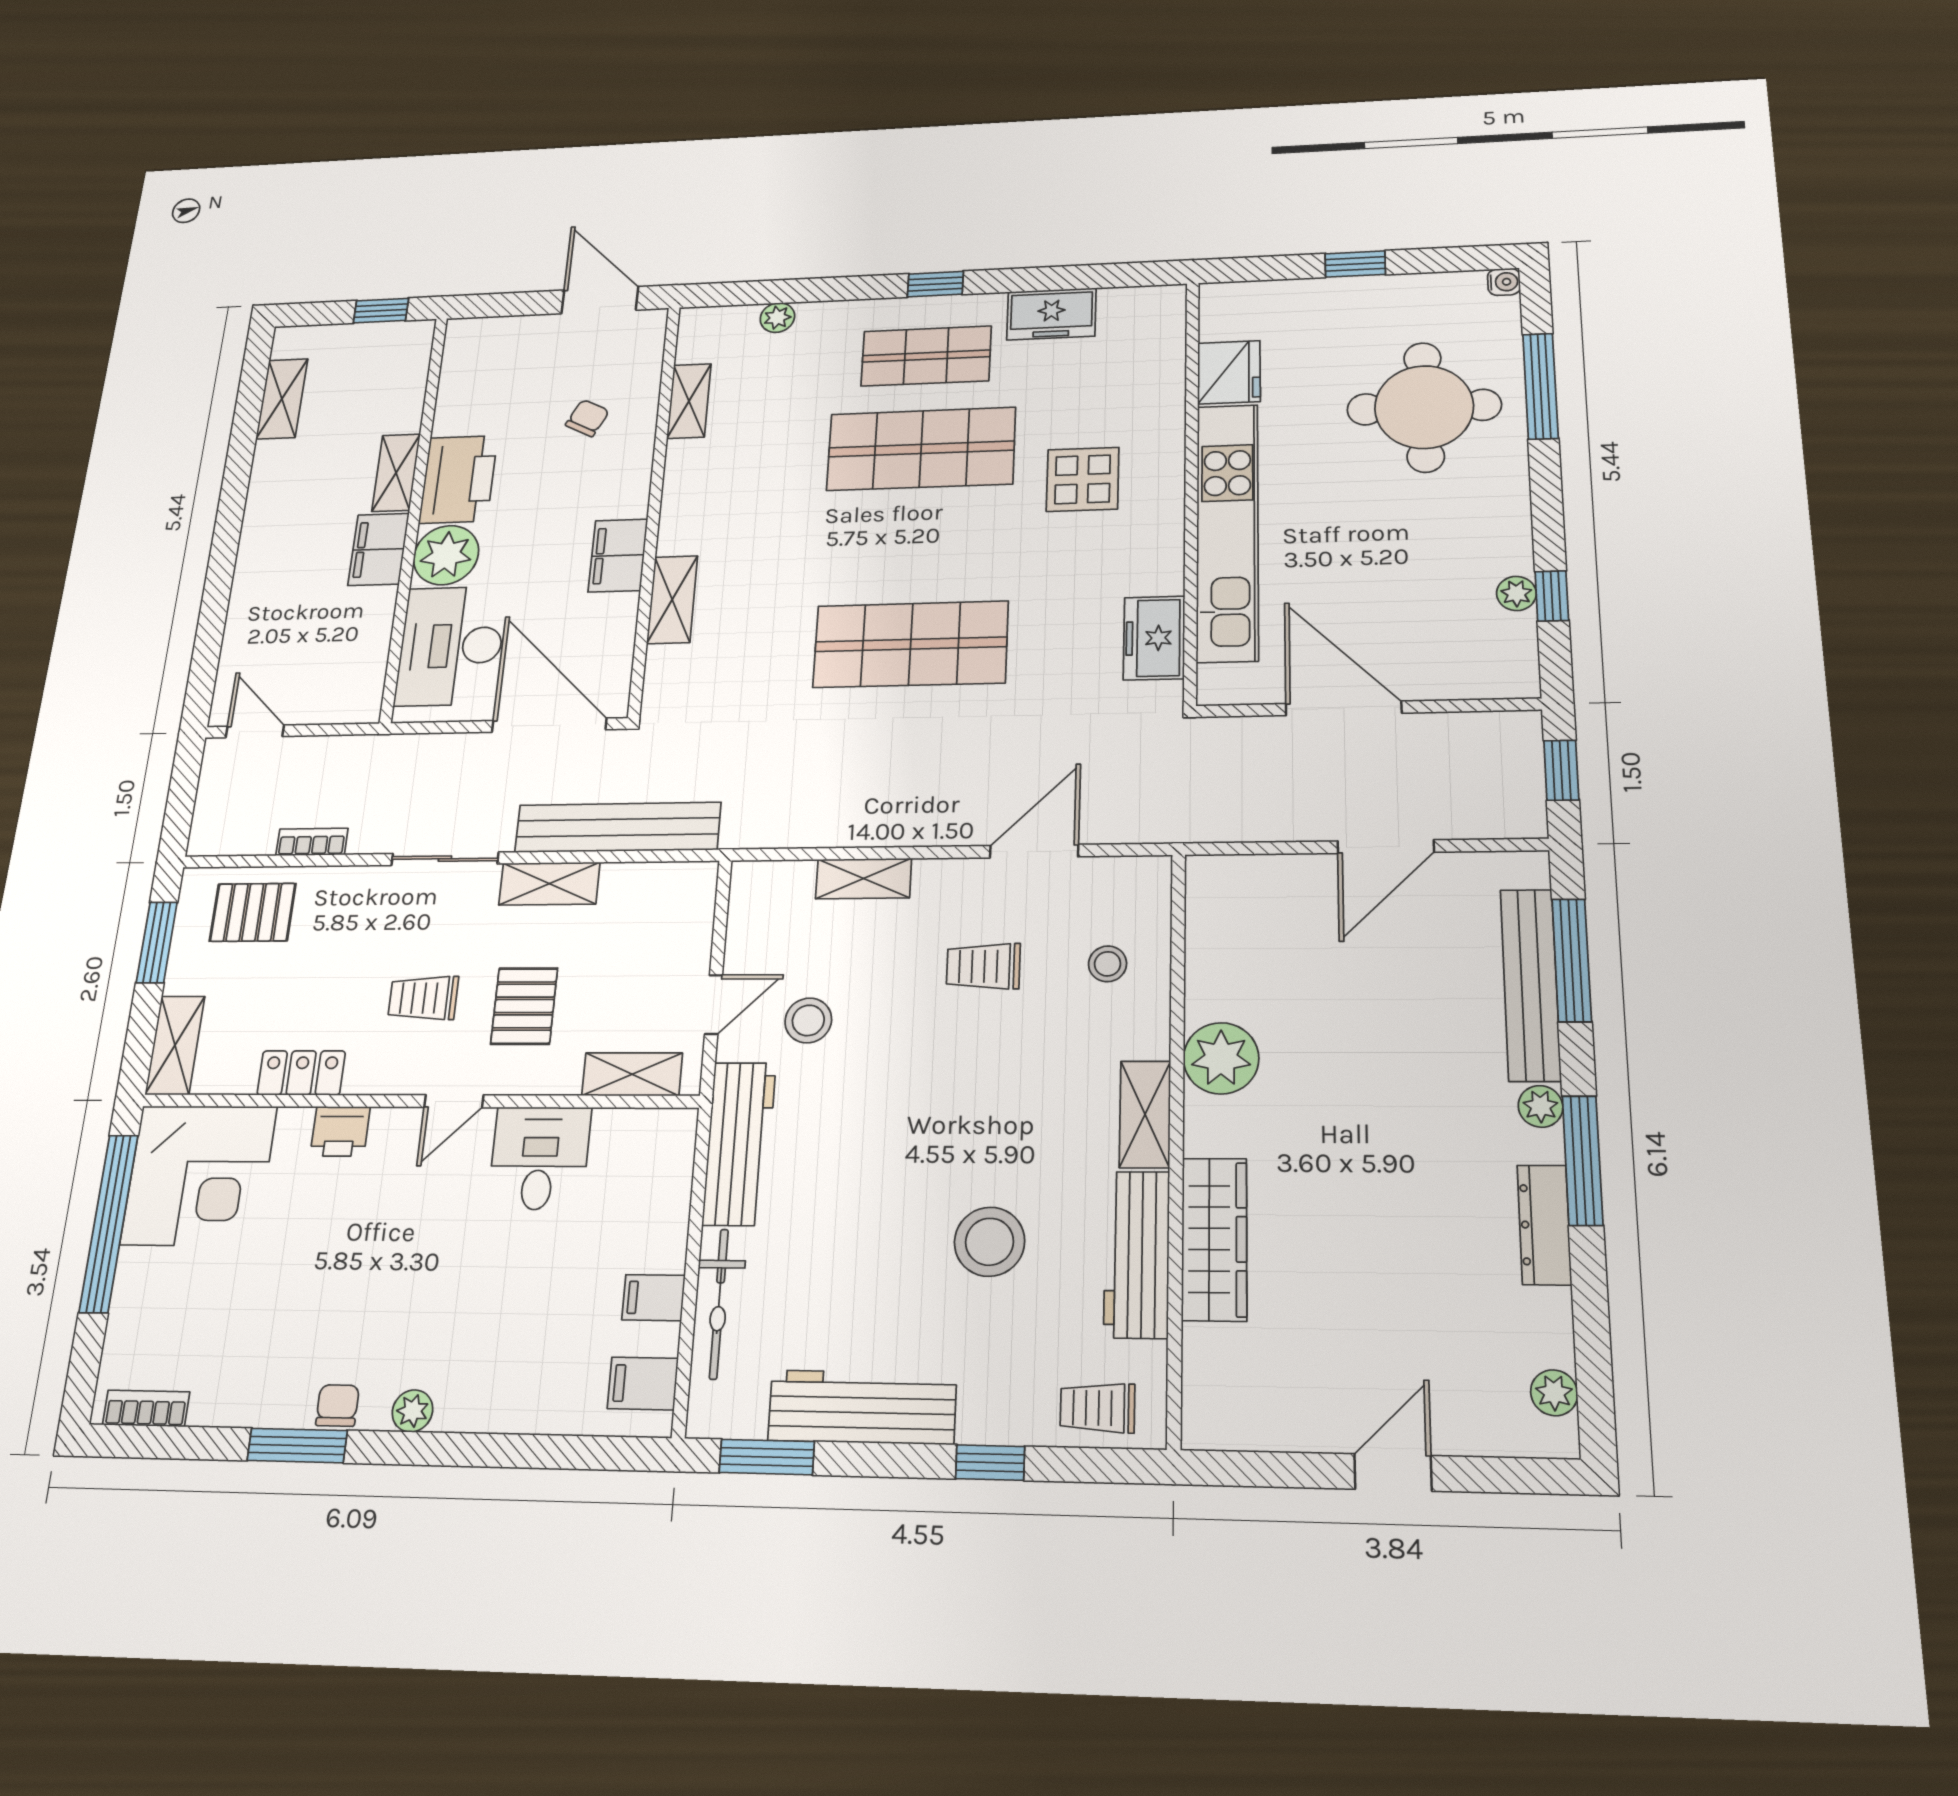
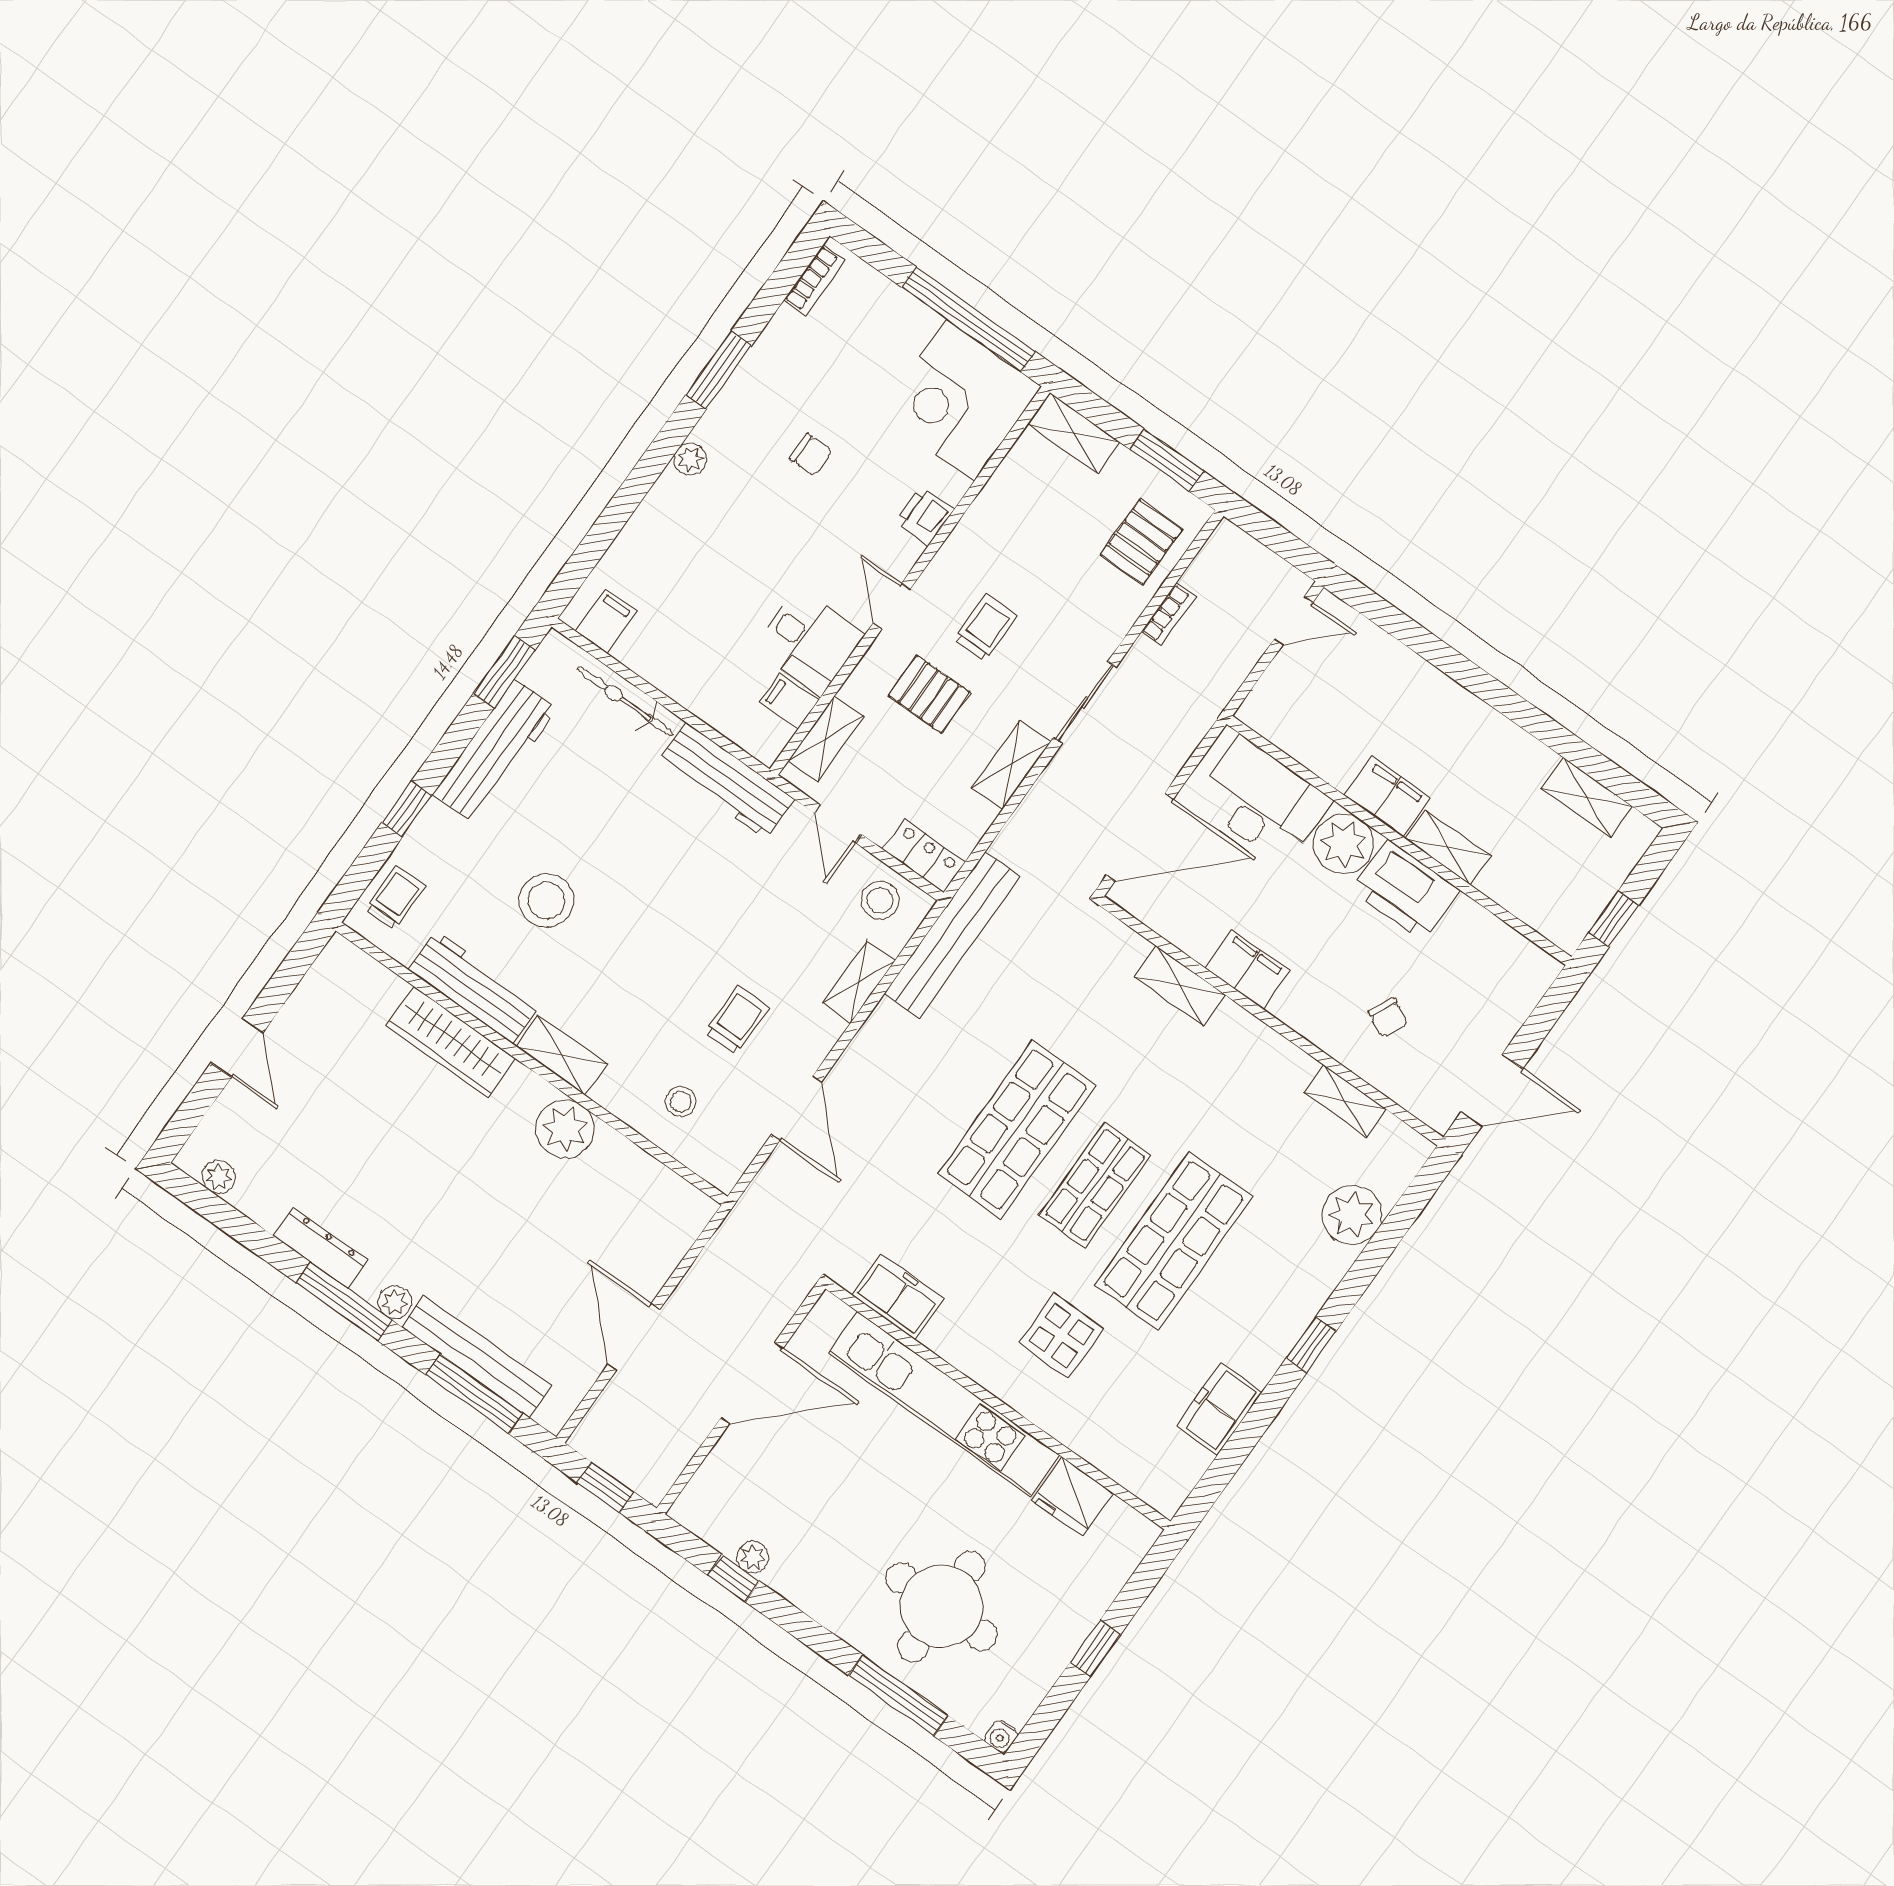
plant: (777, 318) -> (1352, 1215), width x1.88, depth x1.88
shop shelf: (926, 356) -> (1095, 1185), moved
bench: (618, 827) -> (952, 935), moved
stool: (808, 1020) -> (880, 900), moved
locker: (301, 1073) -> (924, 856), moved, turned -90
filing cabinet: (654, 1298) -> (789, 701), moved, turned -90
chair: (337, 1405) -> (811, 454), moved

